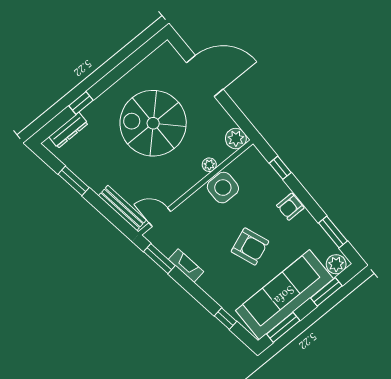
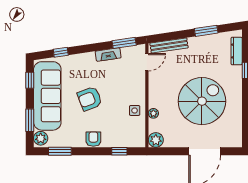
side table: (223, 188) -> (135, 110), width x0.54, depth x0.54
window: (283, 327) -> (30, 80), width x0.67

